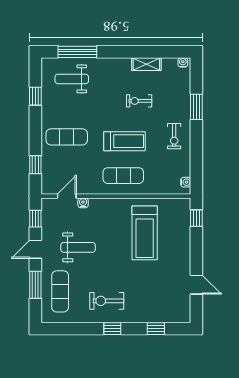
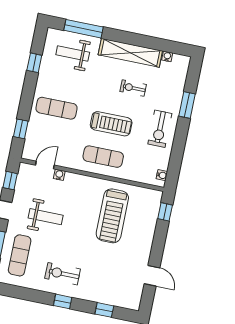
water cooler: (183, 62) -> (167, 56), moved
shelving: (146, 64) -> (130, 53), width x2.20, depth x1.33
exercise bike: (174, 136) -> (160, 129), width x1.38, depth x1.39

